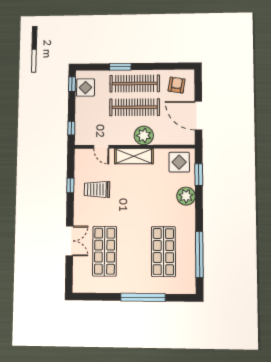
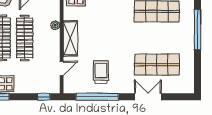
plant: (144, 135) -> (55, 25), width x0.53, depth x0.53
window: (70, 185) -> (97, 97), width x3.17
trolley: (97, 189) -> (101, 72), turned 180

